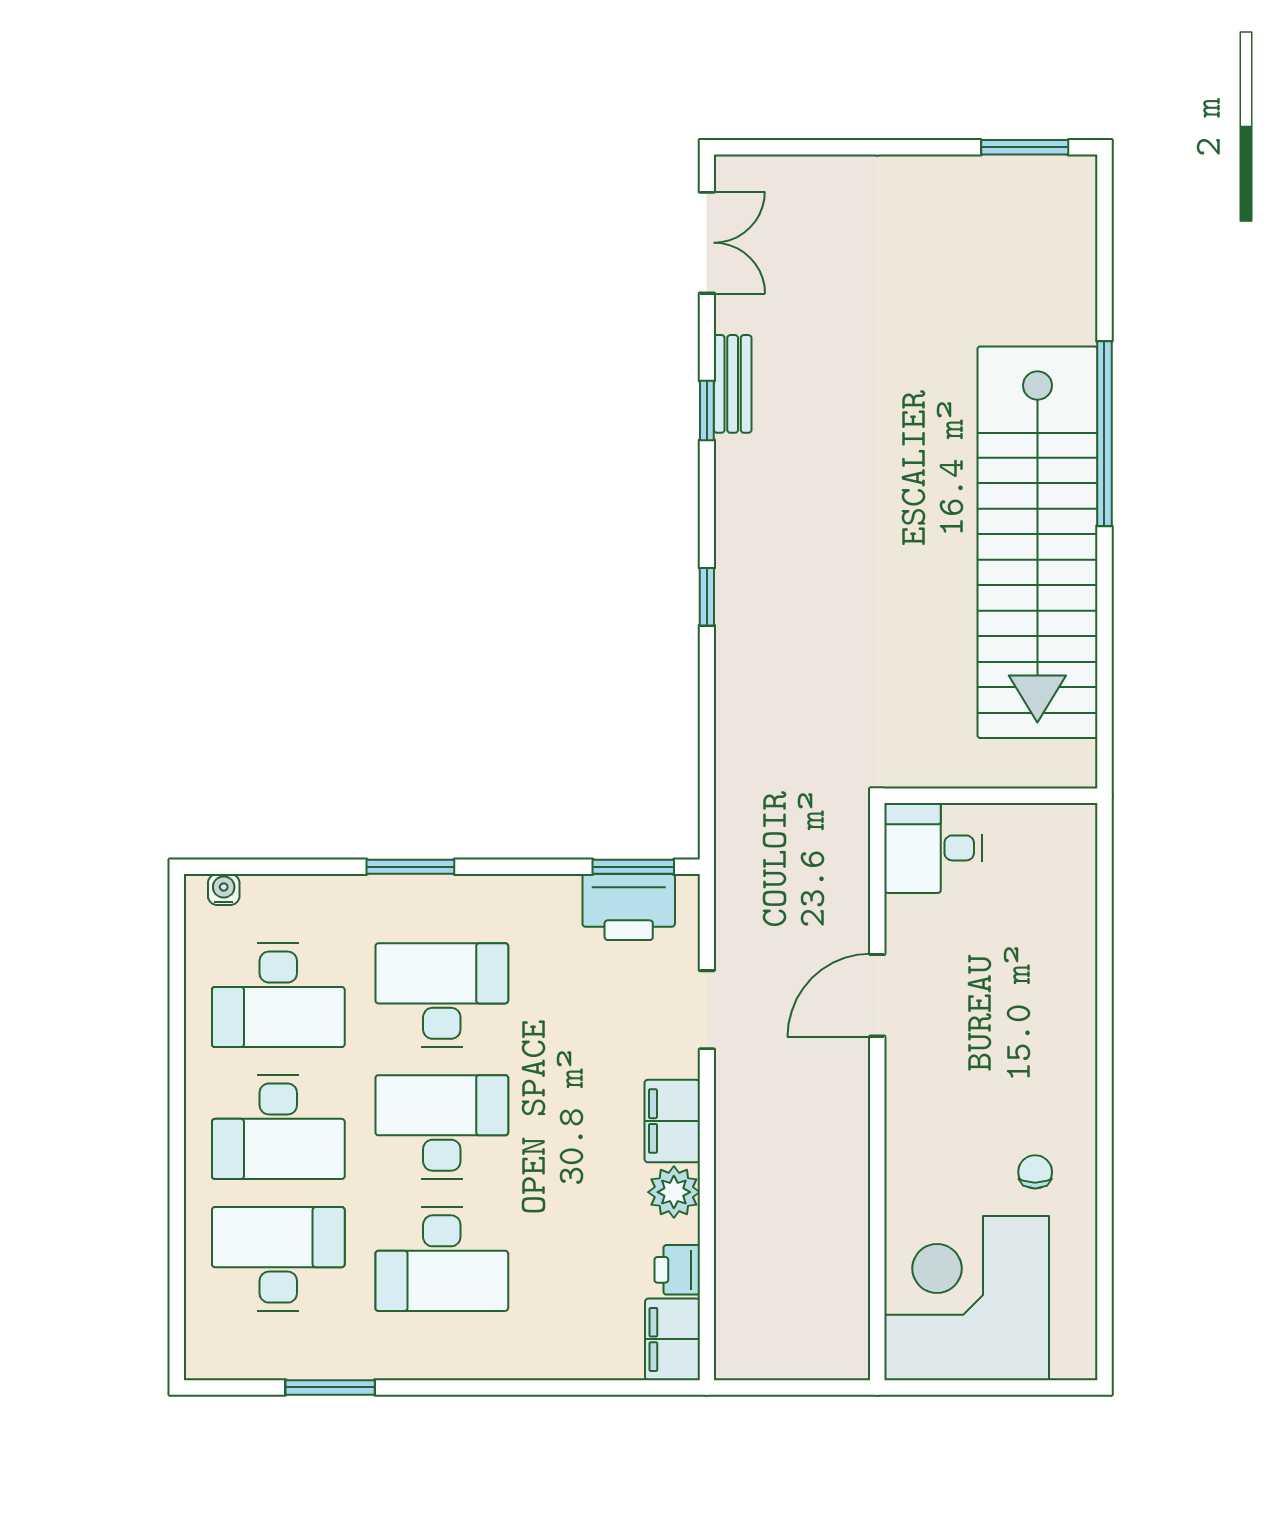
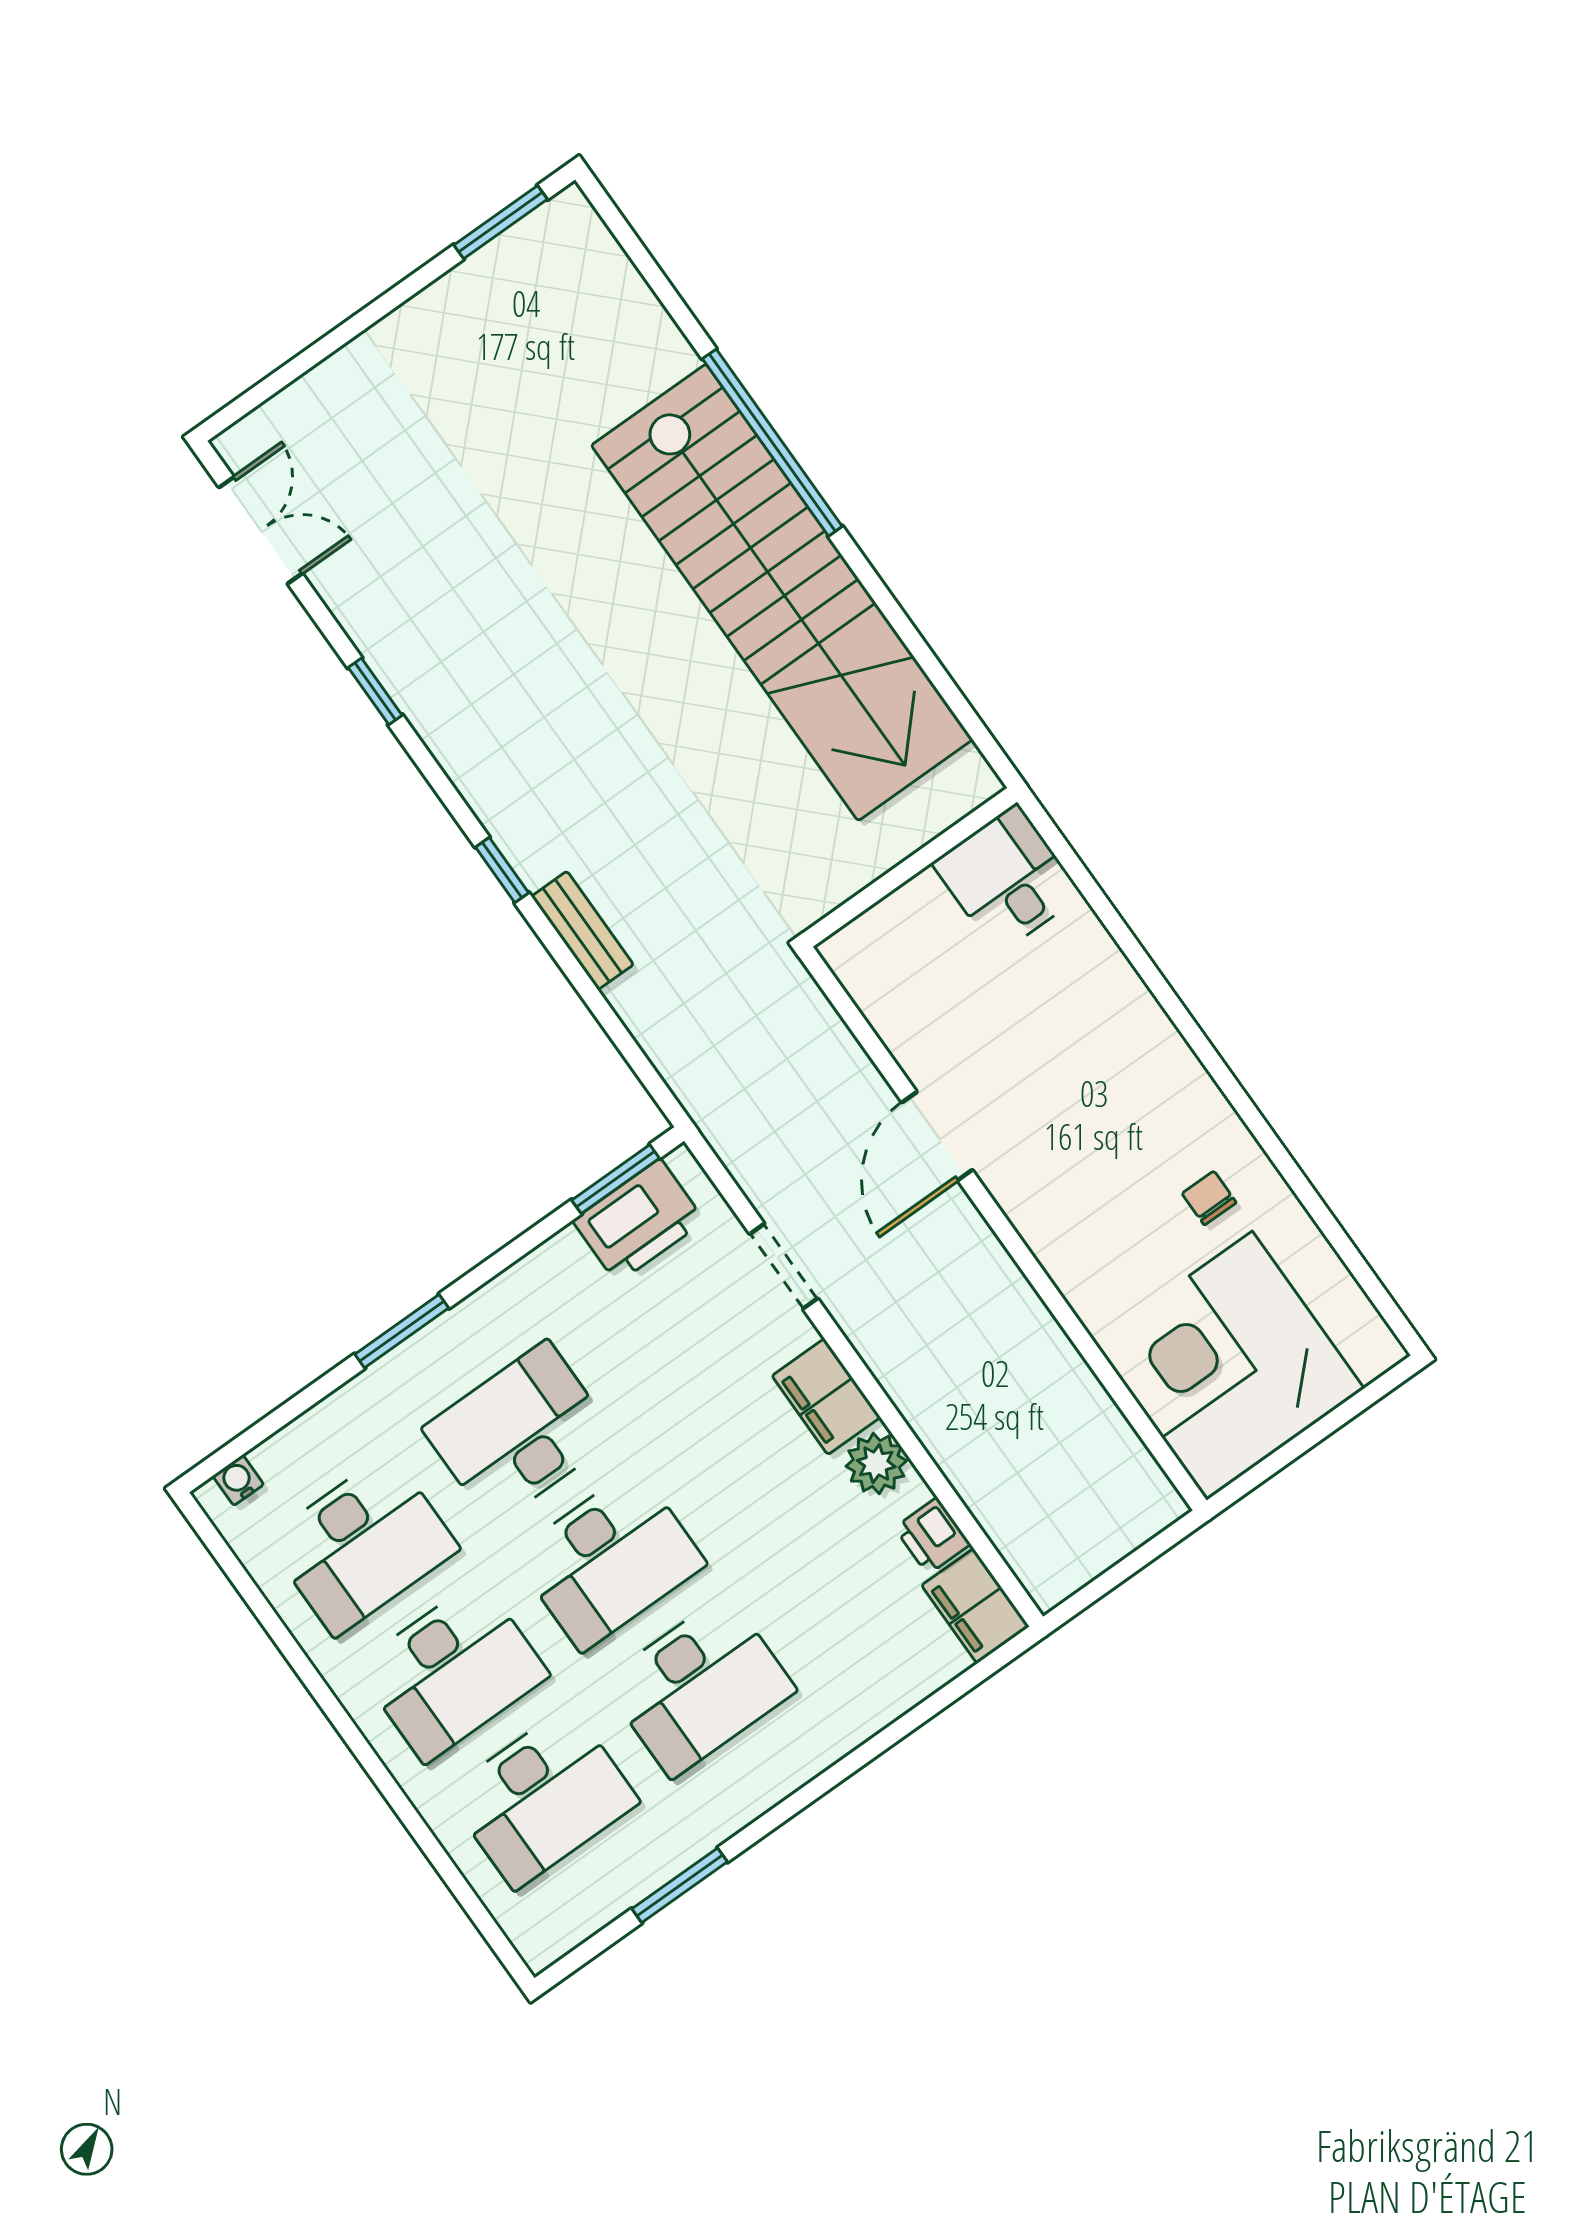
bench: (733, 384) -> (582, 931), moved
desk: (933, 848) -> (1007, 879), moved, turned 90
desk: (442, 1127) -> (609, 1559), turned 180
desk: (278, 1259) -> (542, 1797), turned 180

